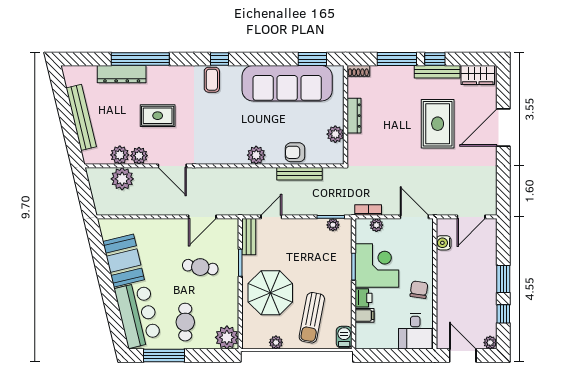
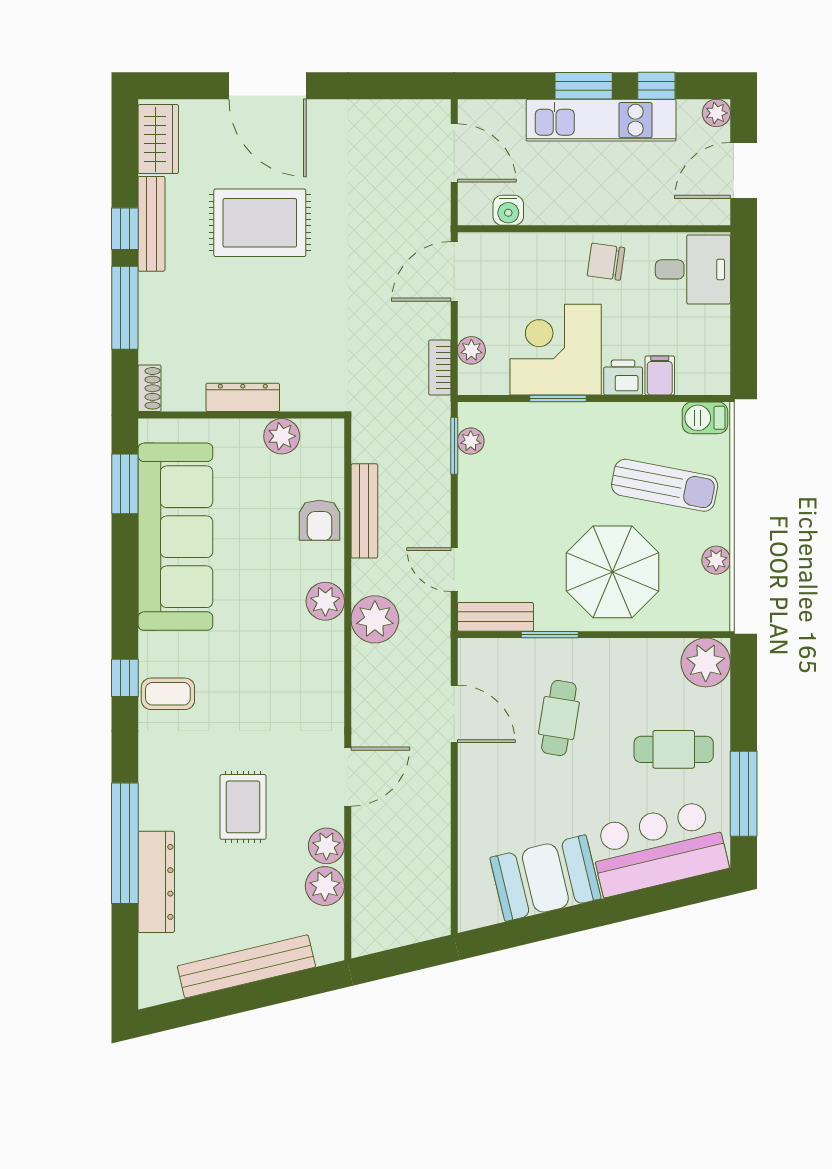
plant: (122, 179) -> (375, 619), moved
kitchen unit: (487, 287) -> (601, 120), added

